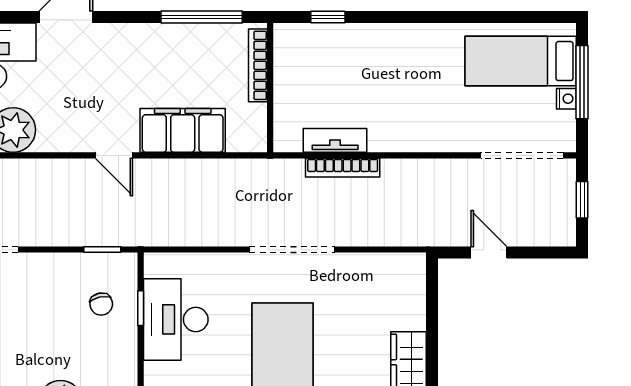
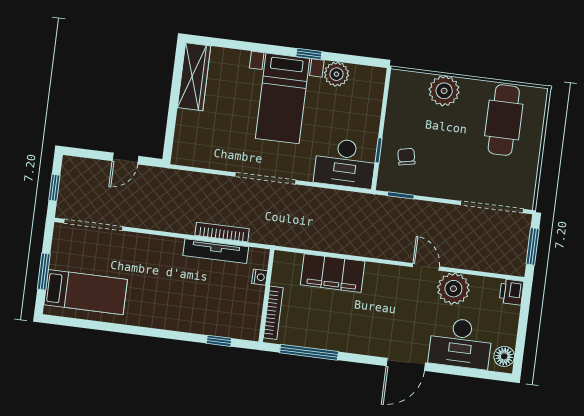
window: (582, 82) -> (44, 272), width x0.69
nightstand: (566, 99) -> (260, 277), moved, turned 180
tv unit: (335, 140) -> (216, 251), width x1.41
door: (114, 155) -> (426, 267), moved
door: (489, 252) -> (125, 159), hinge flipped
desk: (176, 319) -> (345, 163), moved, turned 90

